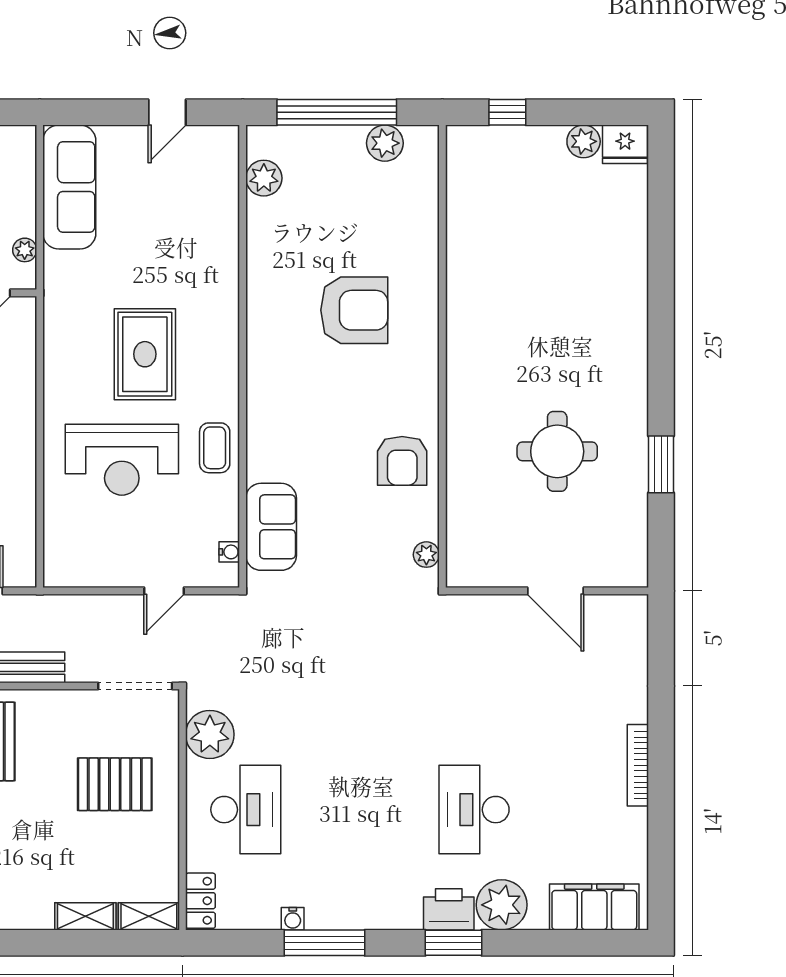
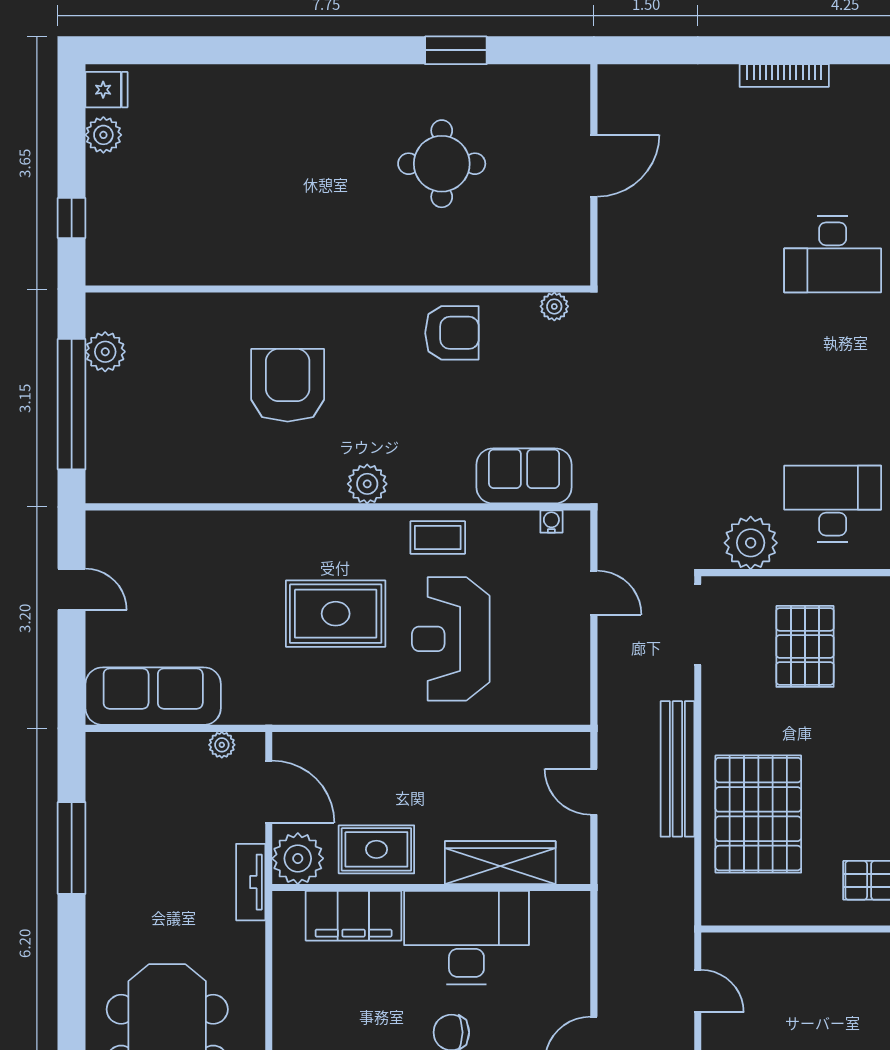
fridge: (625, 144) -> (106, 90), width x0.72
plant: (264, 178) -> (367, 484), moved
reception desk: (122, 460) -> (451, 639), turned 180

